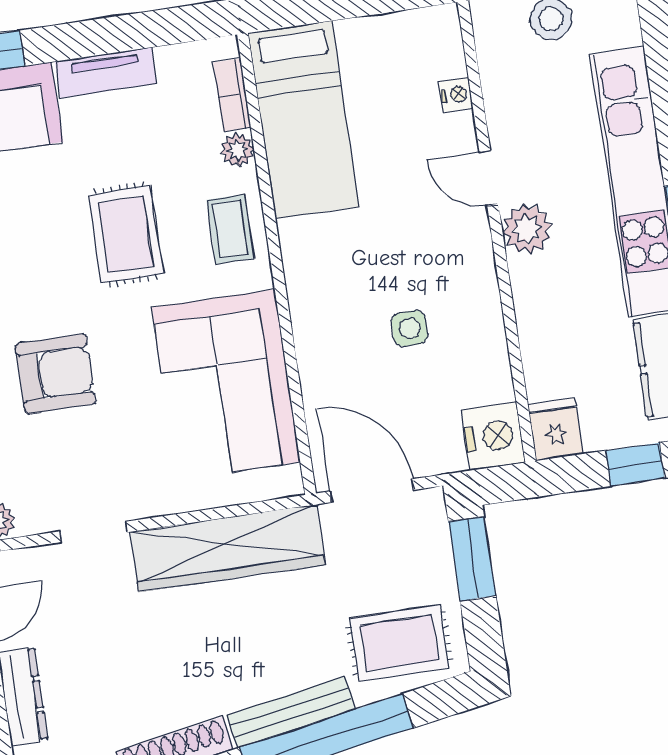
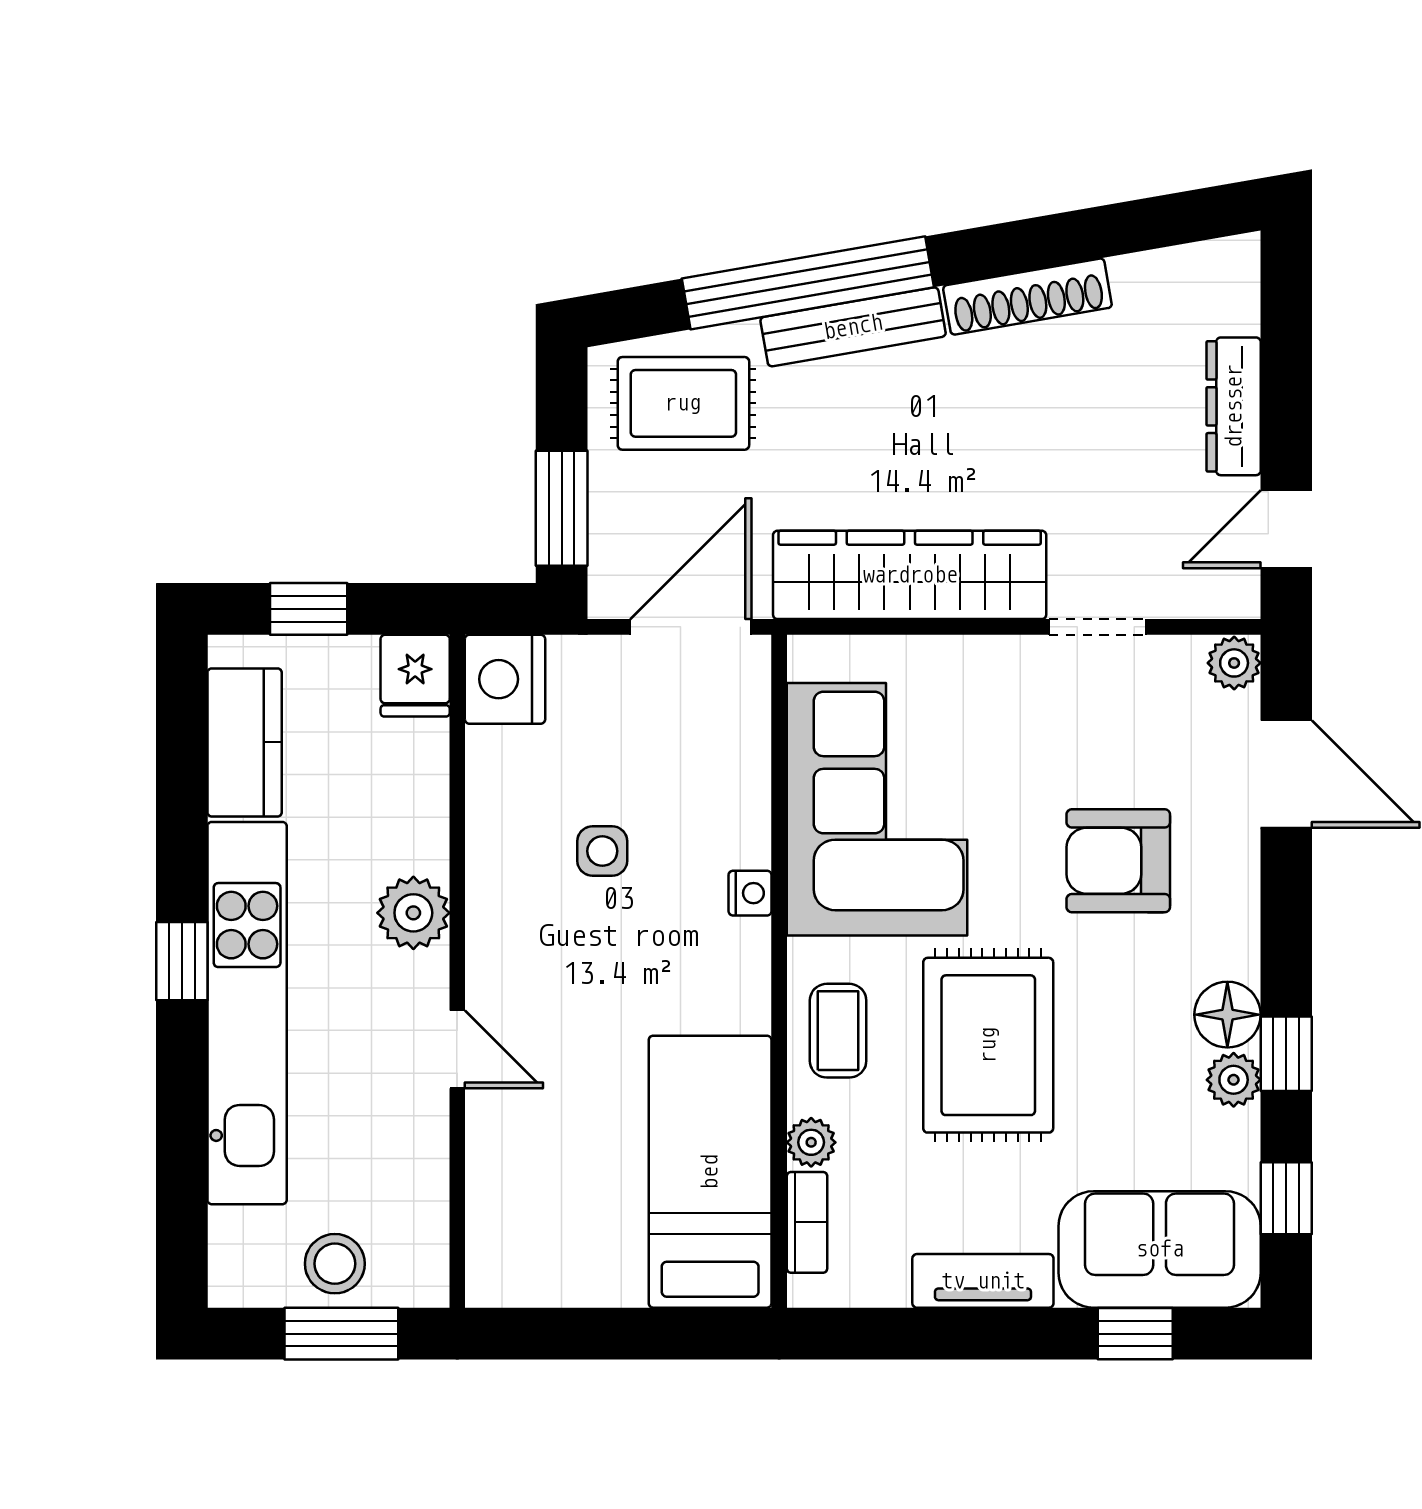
nightstand: (456, 94) -> (750, 893), moved, turned 180
plant: (527, 229) -> (413, 913), moved
rug: (126, 234) -> (988, 1045), width x1.36, depth x1.43
door: (372, 491) -> (691, 627), swing flipped

